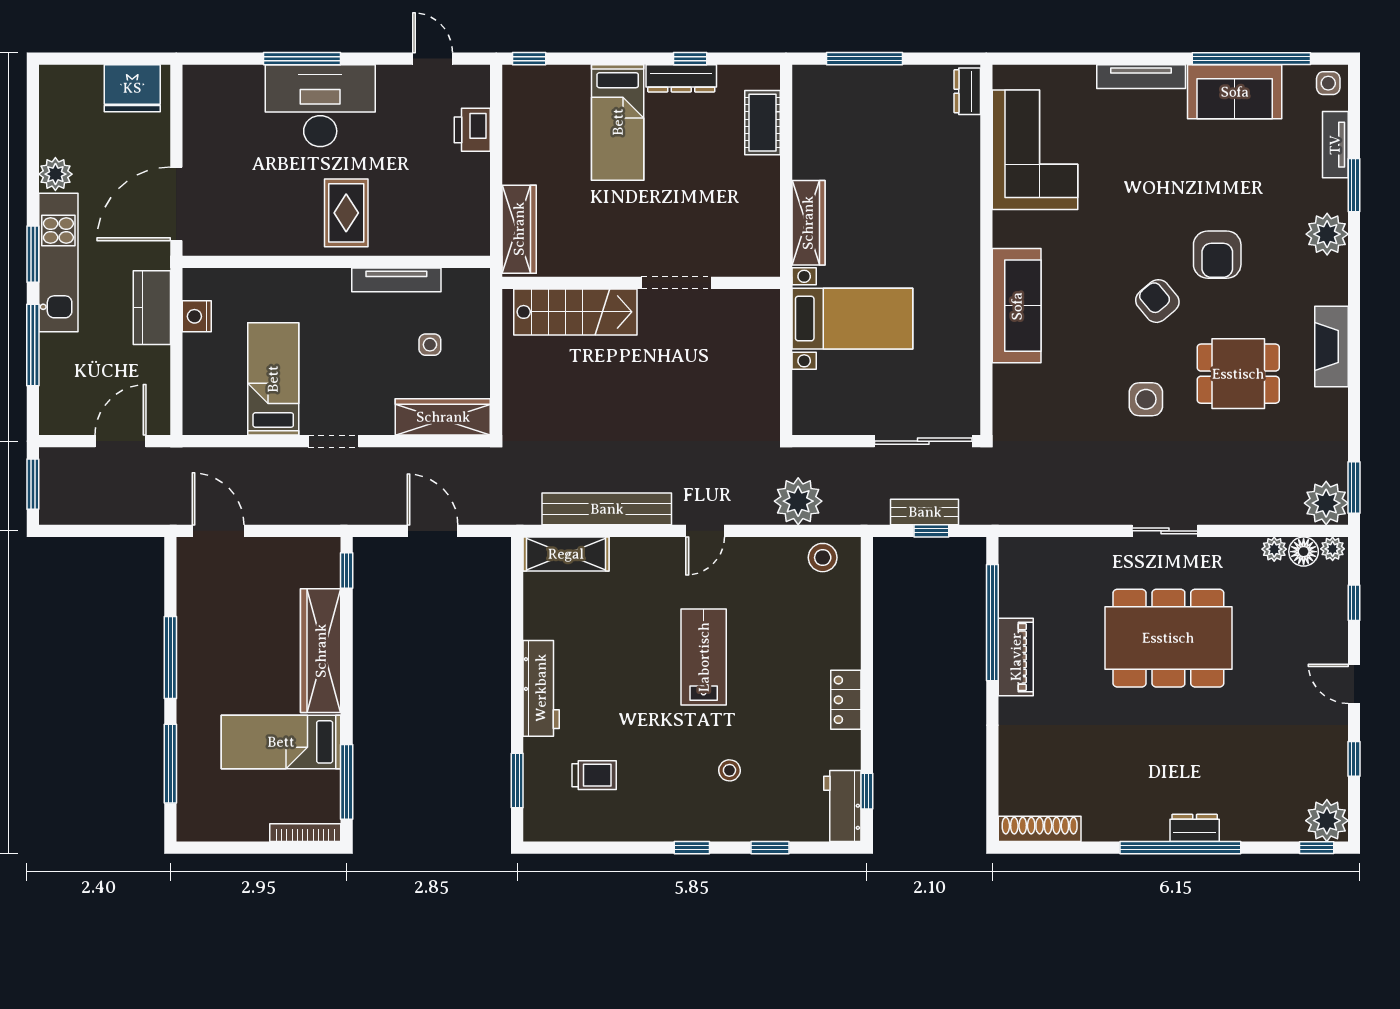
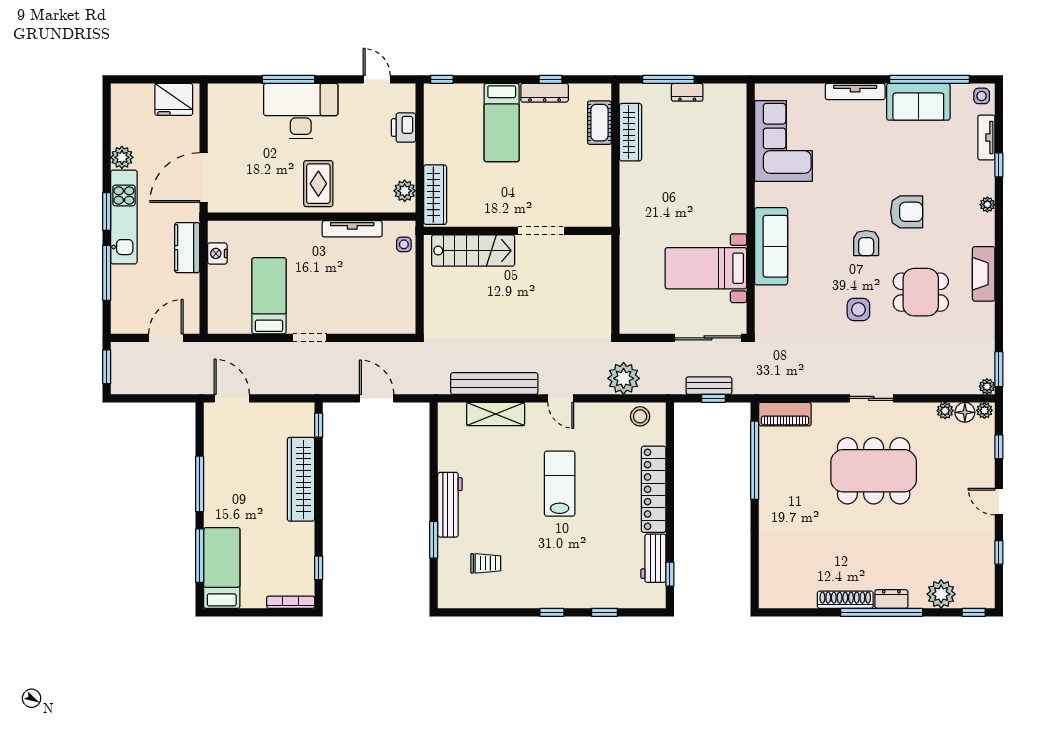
dresser: (967, 91) -> (687, 92), moved, turned -90
window: (1354, 185) -> (999, 165), width x0.67
wardrobe: (808, 223) -> (631, 132), moved
plant: (474, 224) -> (405, 191), added
plant: (1327, 234) -> (987, 205), width x0.53, depth x0.53
armchair: (1217, 255) -> (907, 212), turned -90
armchair: (1157, 301) -> (866, 243), turned -140
bed with nightstands: (852, 319) -> (706, 268), moved, turned 180
side table: (430, 345) -> (404, 244), moved
wardrobe: (443, 417) -> (384, 321), removed
plant: (1326, 503) -> (987, 386), width x0.53, depth x0.53
door: (705, 531) -> (561, 398), hinge flipped
shelving: (566, 554) -> (496, 414), moved
piano: (1016, 657) -> (785, 414), moved, turned 90
locker: (846, 700) -> (654, 489), width x2.16, depth x1.21
bed: (281, 742) -> (222, 568), moved, turned 90
stool: (729, 770) -> (577, 560), removed
window: (517, 781) -> (434, 540), moved
window: (347, 782) -> (319, 568), width x0.46
workbench: (842, 806) -> (653, 558), moved
plant: (1327, 821) -> (941, 594), moved
shoe rack: (1040, 829) -> (845, 600), moved

